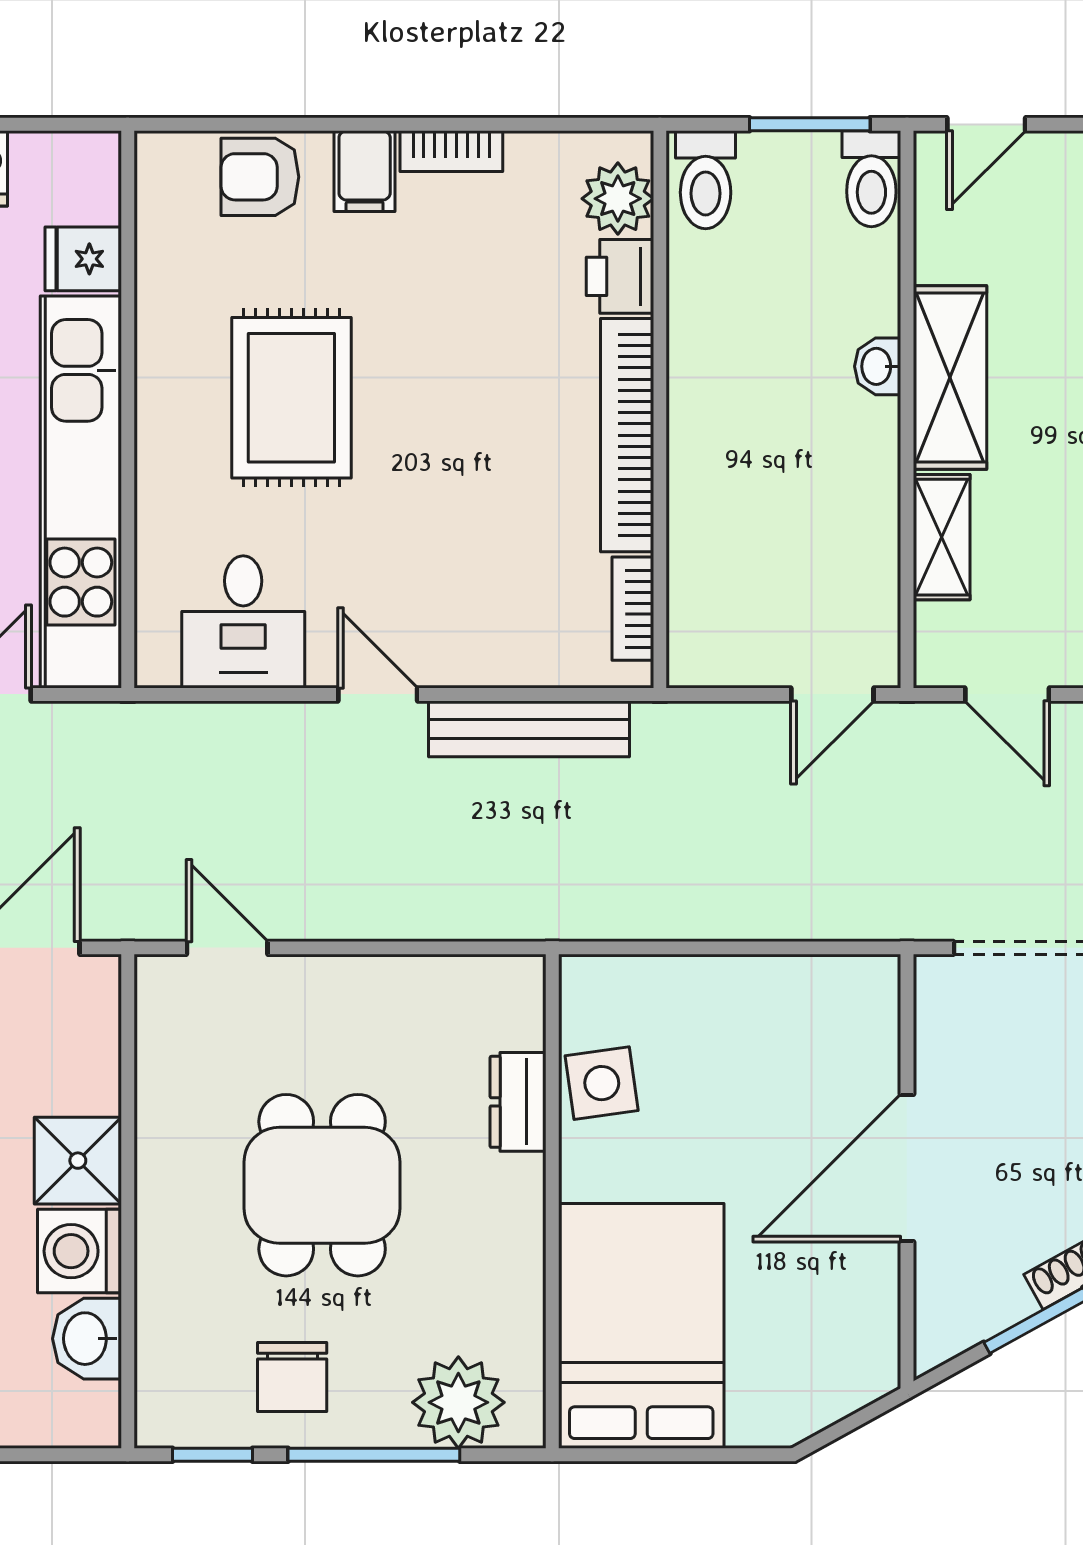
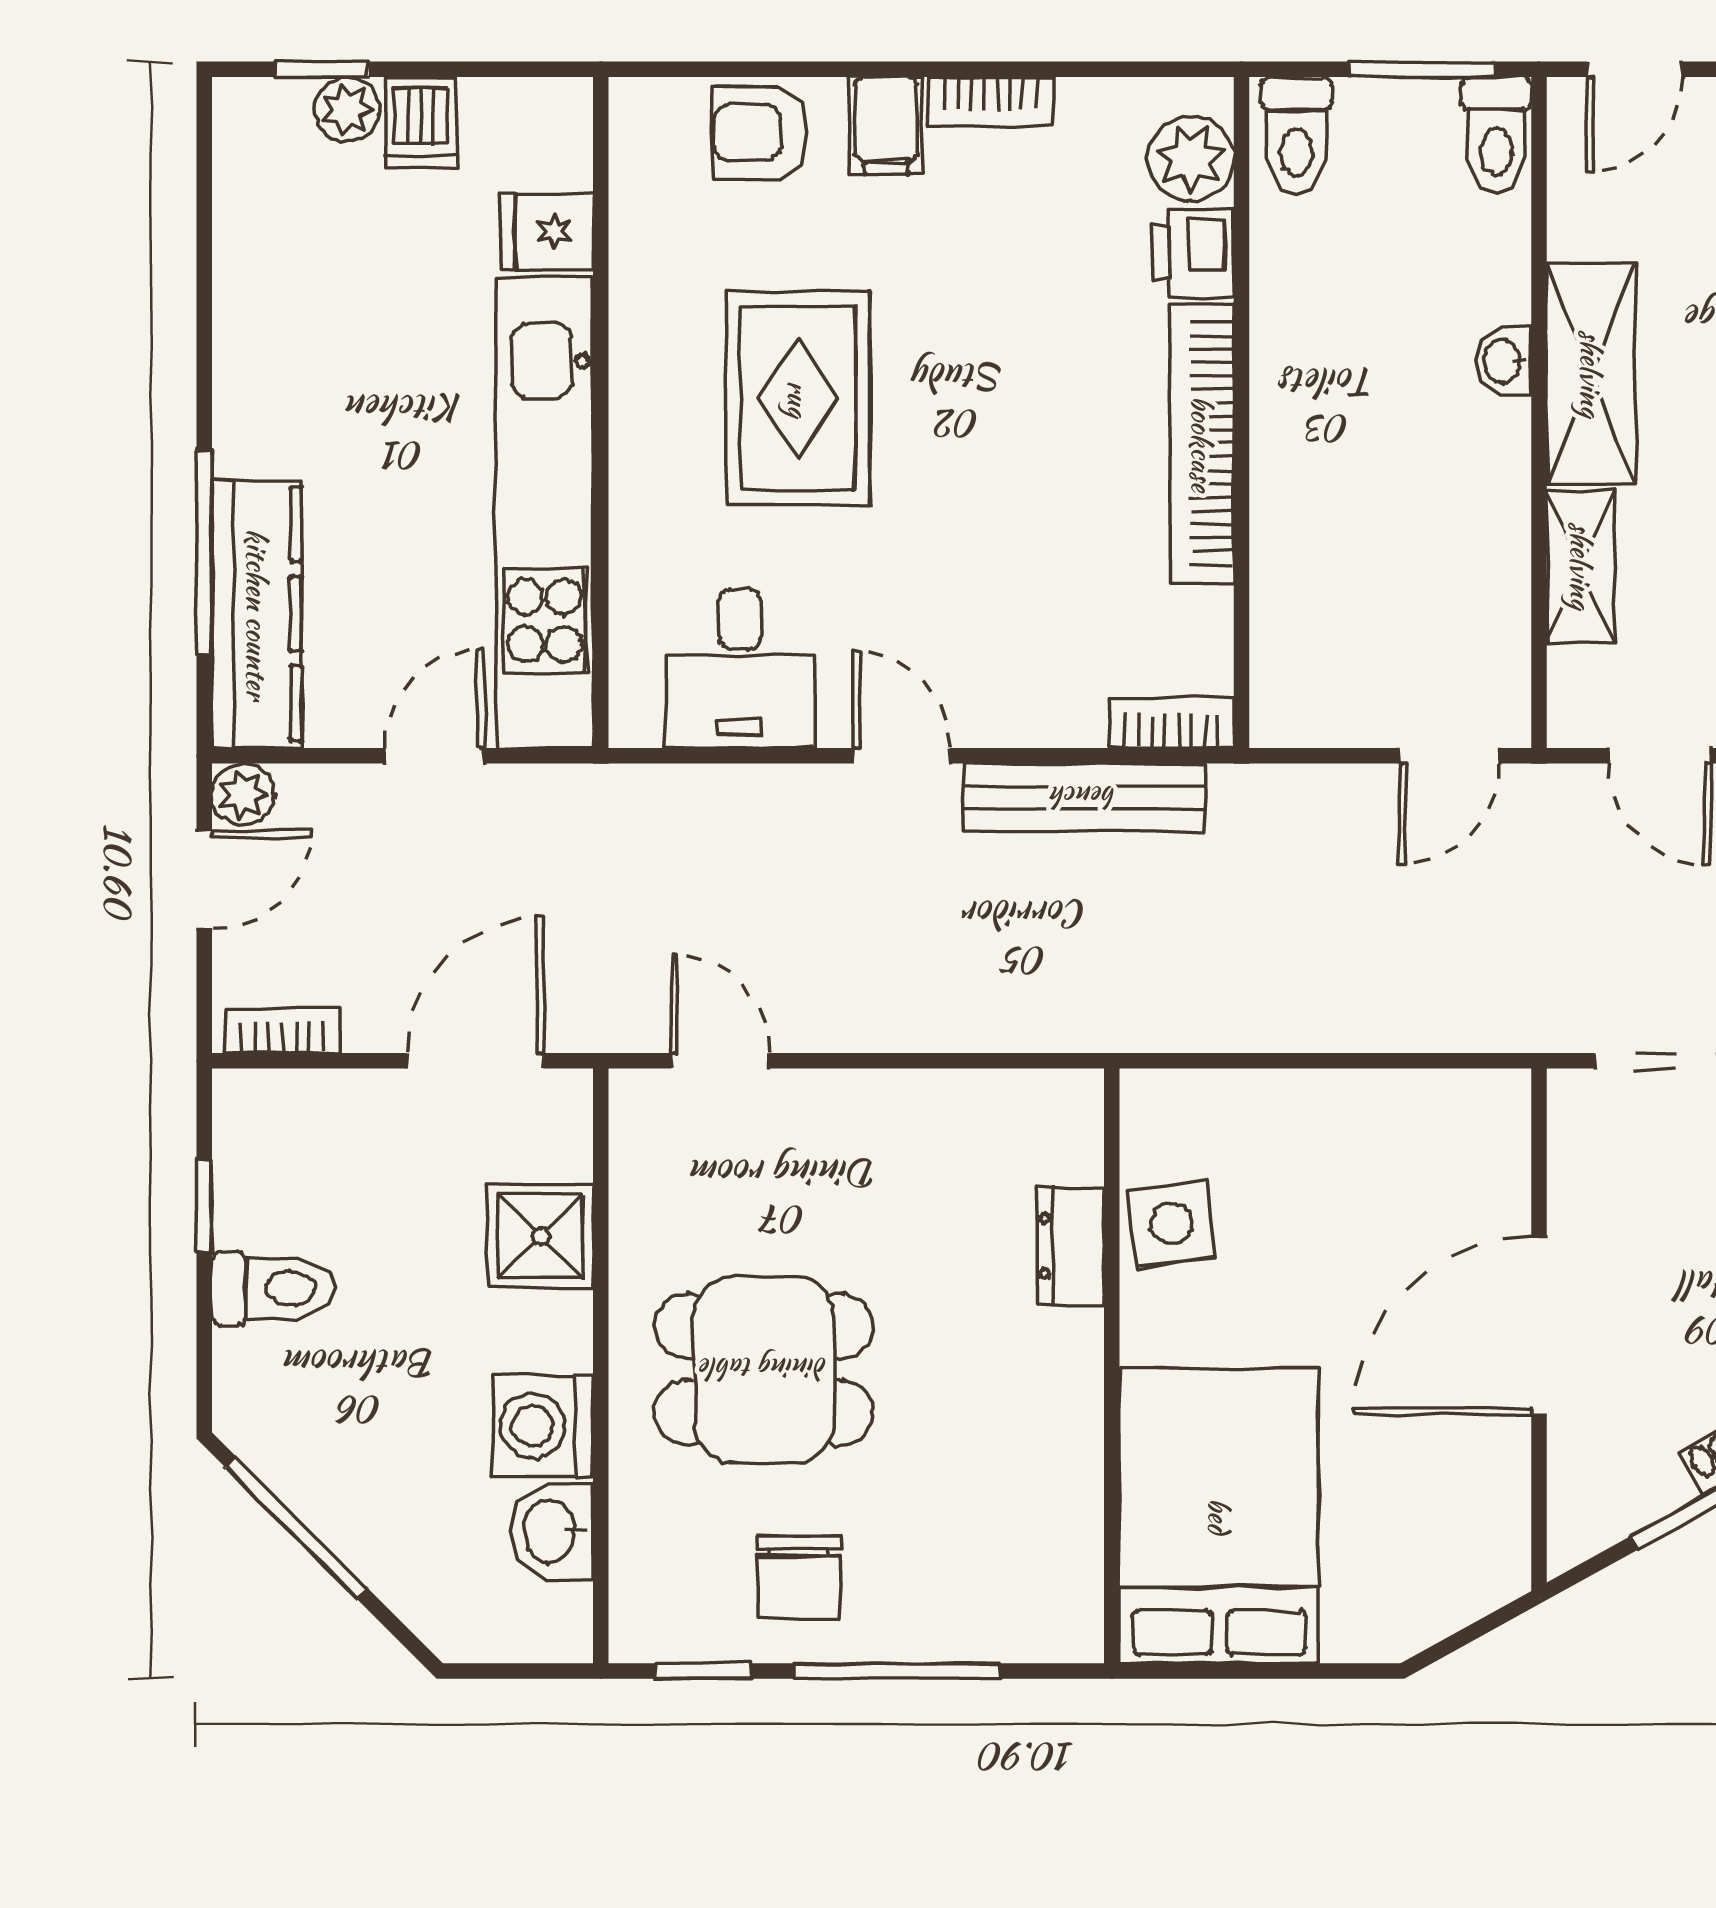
bookcase: (633, 609) -> (1172, 723), moved, turned 90
shower: (78, 1161) -> (541, 1236), moved
dining table: (322, 1185) -> (764, 1369), moved, turned 90
plant: (458, 1402) -> (999, 1608), removed

